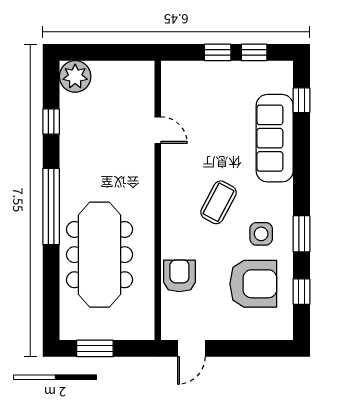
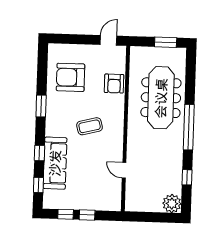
coffee table: (218, 202) -> (90, 126), turned 48
side table: (261, 234) -> (65, 107), removed
window: (302, 292) -> (39, 153), moved

